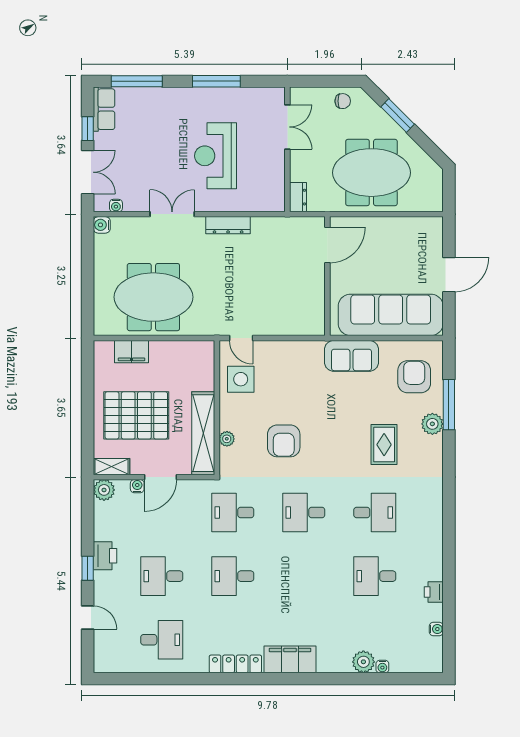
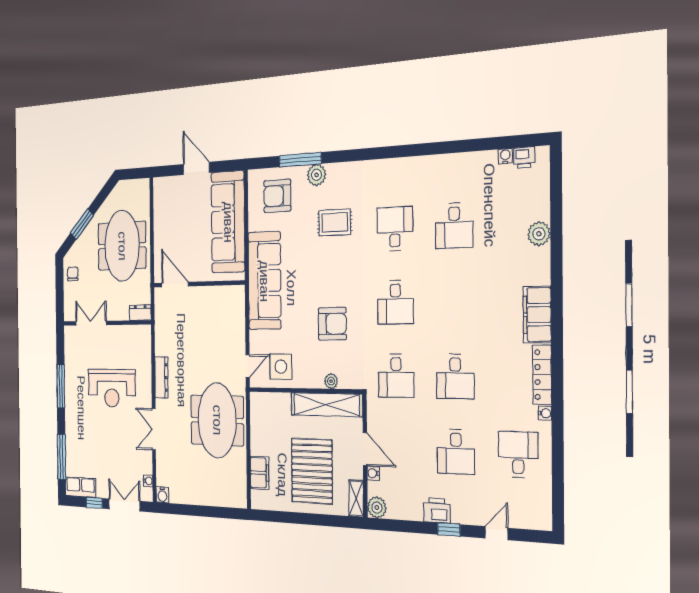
meeting table: (153, 297) -> (217, 420), moved
sofa: (352, 356) -> (264, 281), width x1.85, depth x1.27
printer: (434, 592) -> (524, 157), moved
water cooler: (382, 667) -> (545, 413), moved

